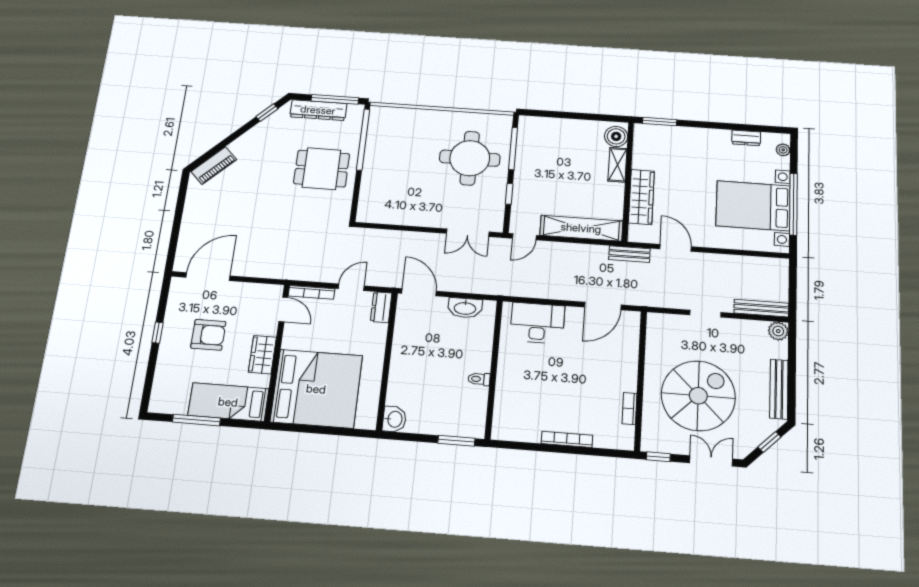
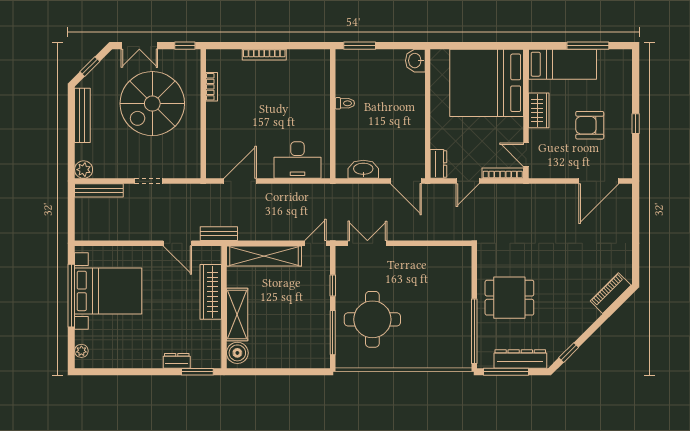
dresser: (746, 138) -> (177, 361), moved
shelving: (617, 165) -> (237, 315), width x1.50, depth x1.33

